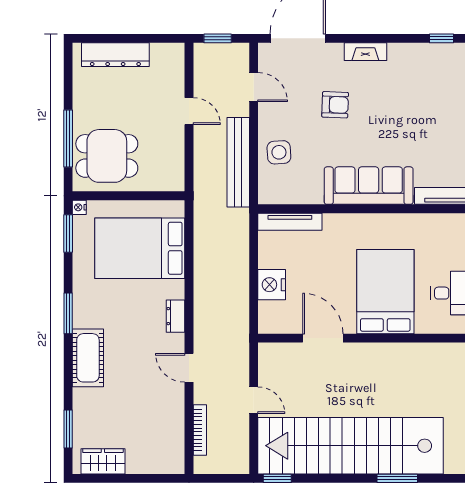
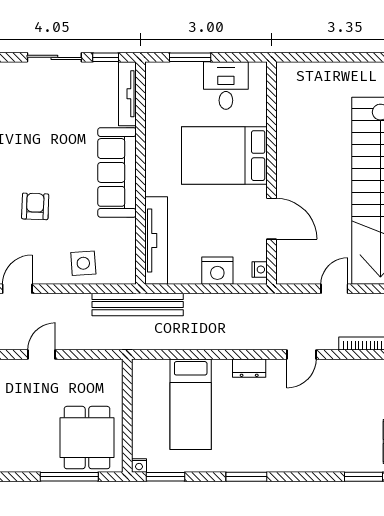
bench: (238, 162) -> (138, 305), moved
tv unit: (290, 222) -> (156, 241), width x1.36, depth x1.29
bed: (140, 248) -> (191, 404), width x0.67
nightstand: (273, 326) -> (260, 270), added
door: (323, 338) -> (271, 219), swing flipped
cot: (88, 358) -> (291, 457), removed

